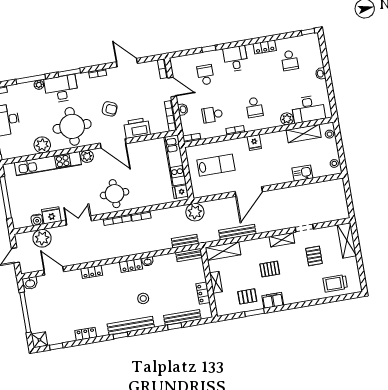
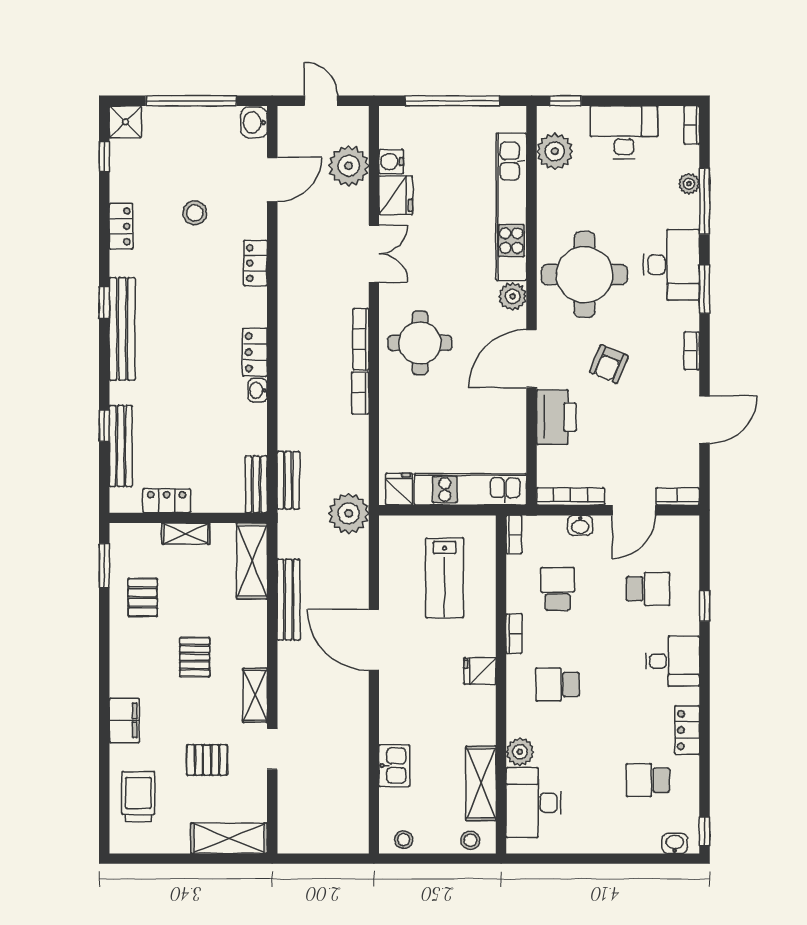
washbasin: (321, 74) -> (675, 843), moved
plant: (39, 85) -> (689, 184), moved
plant: (42, 145) -> (555, 151), moved
stool: (143, 298) -> (195, 213), moved
filing cabinet: (273, 300) -> (124, 720), moved
window: (255, 313) -> (104, 566), moved

